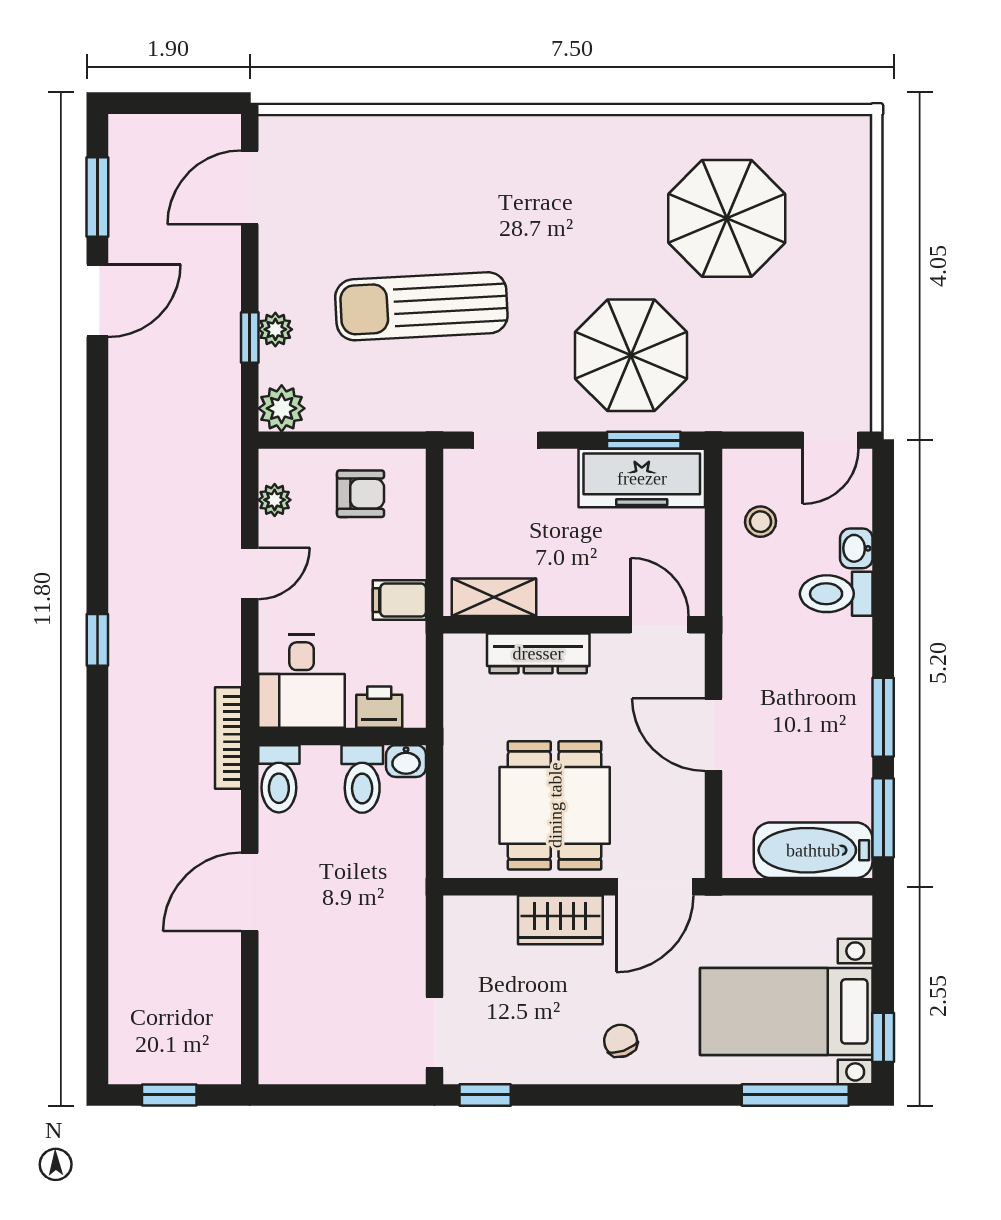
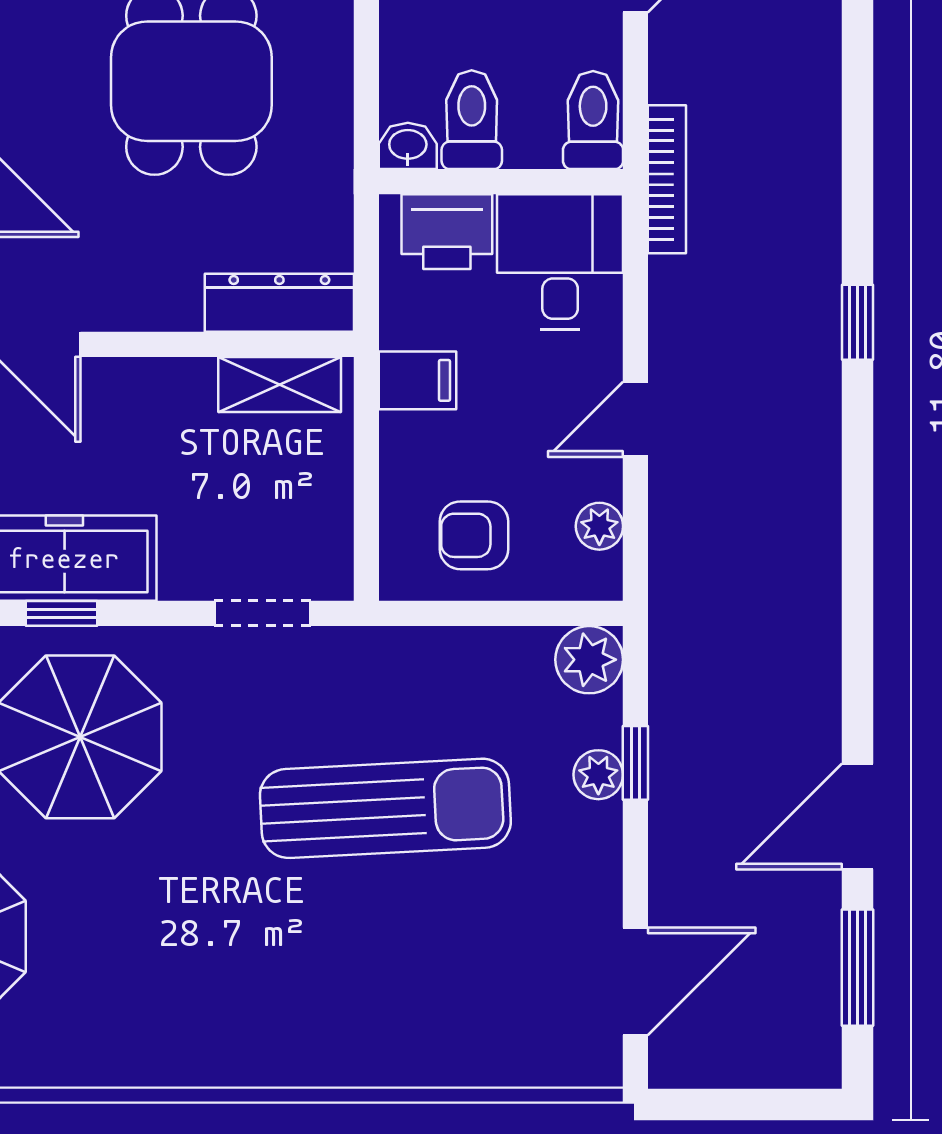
window: (644, 440) -> (61, 613), width x0.67
dresser: (538, 653) -> (279, 303), moved
printer: (379, 707) -> (447, 232), width x1.36, depth x1.24

